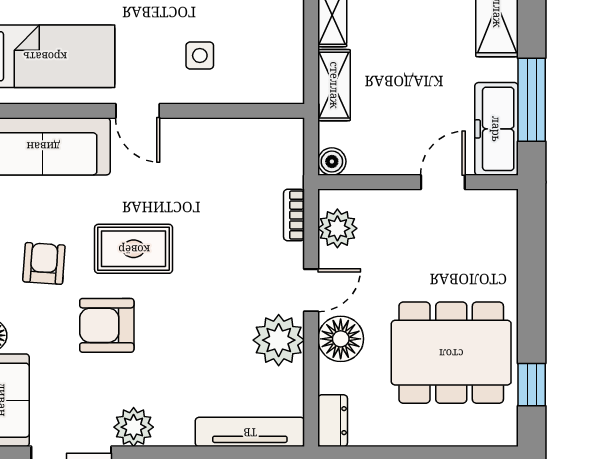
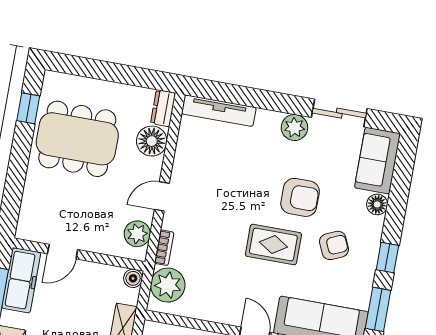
armchair: (44, 263) -> (334, 245), turned -118
floor lamp: (341, 339) -> (152, 141), moved
plant: (279, 340) -> (168, 285), moved

